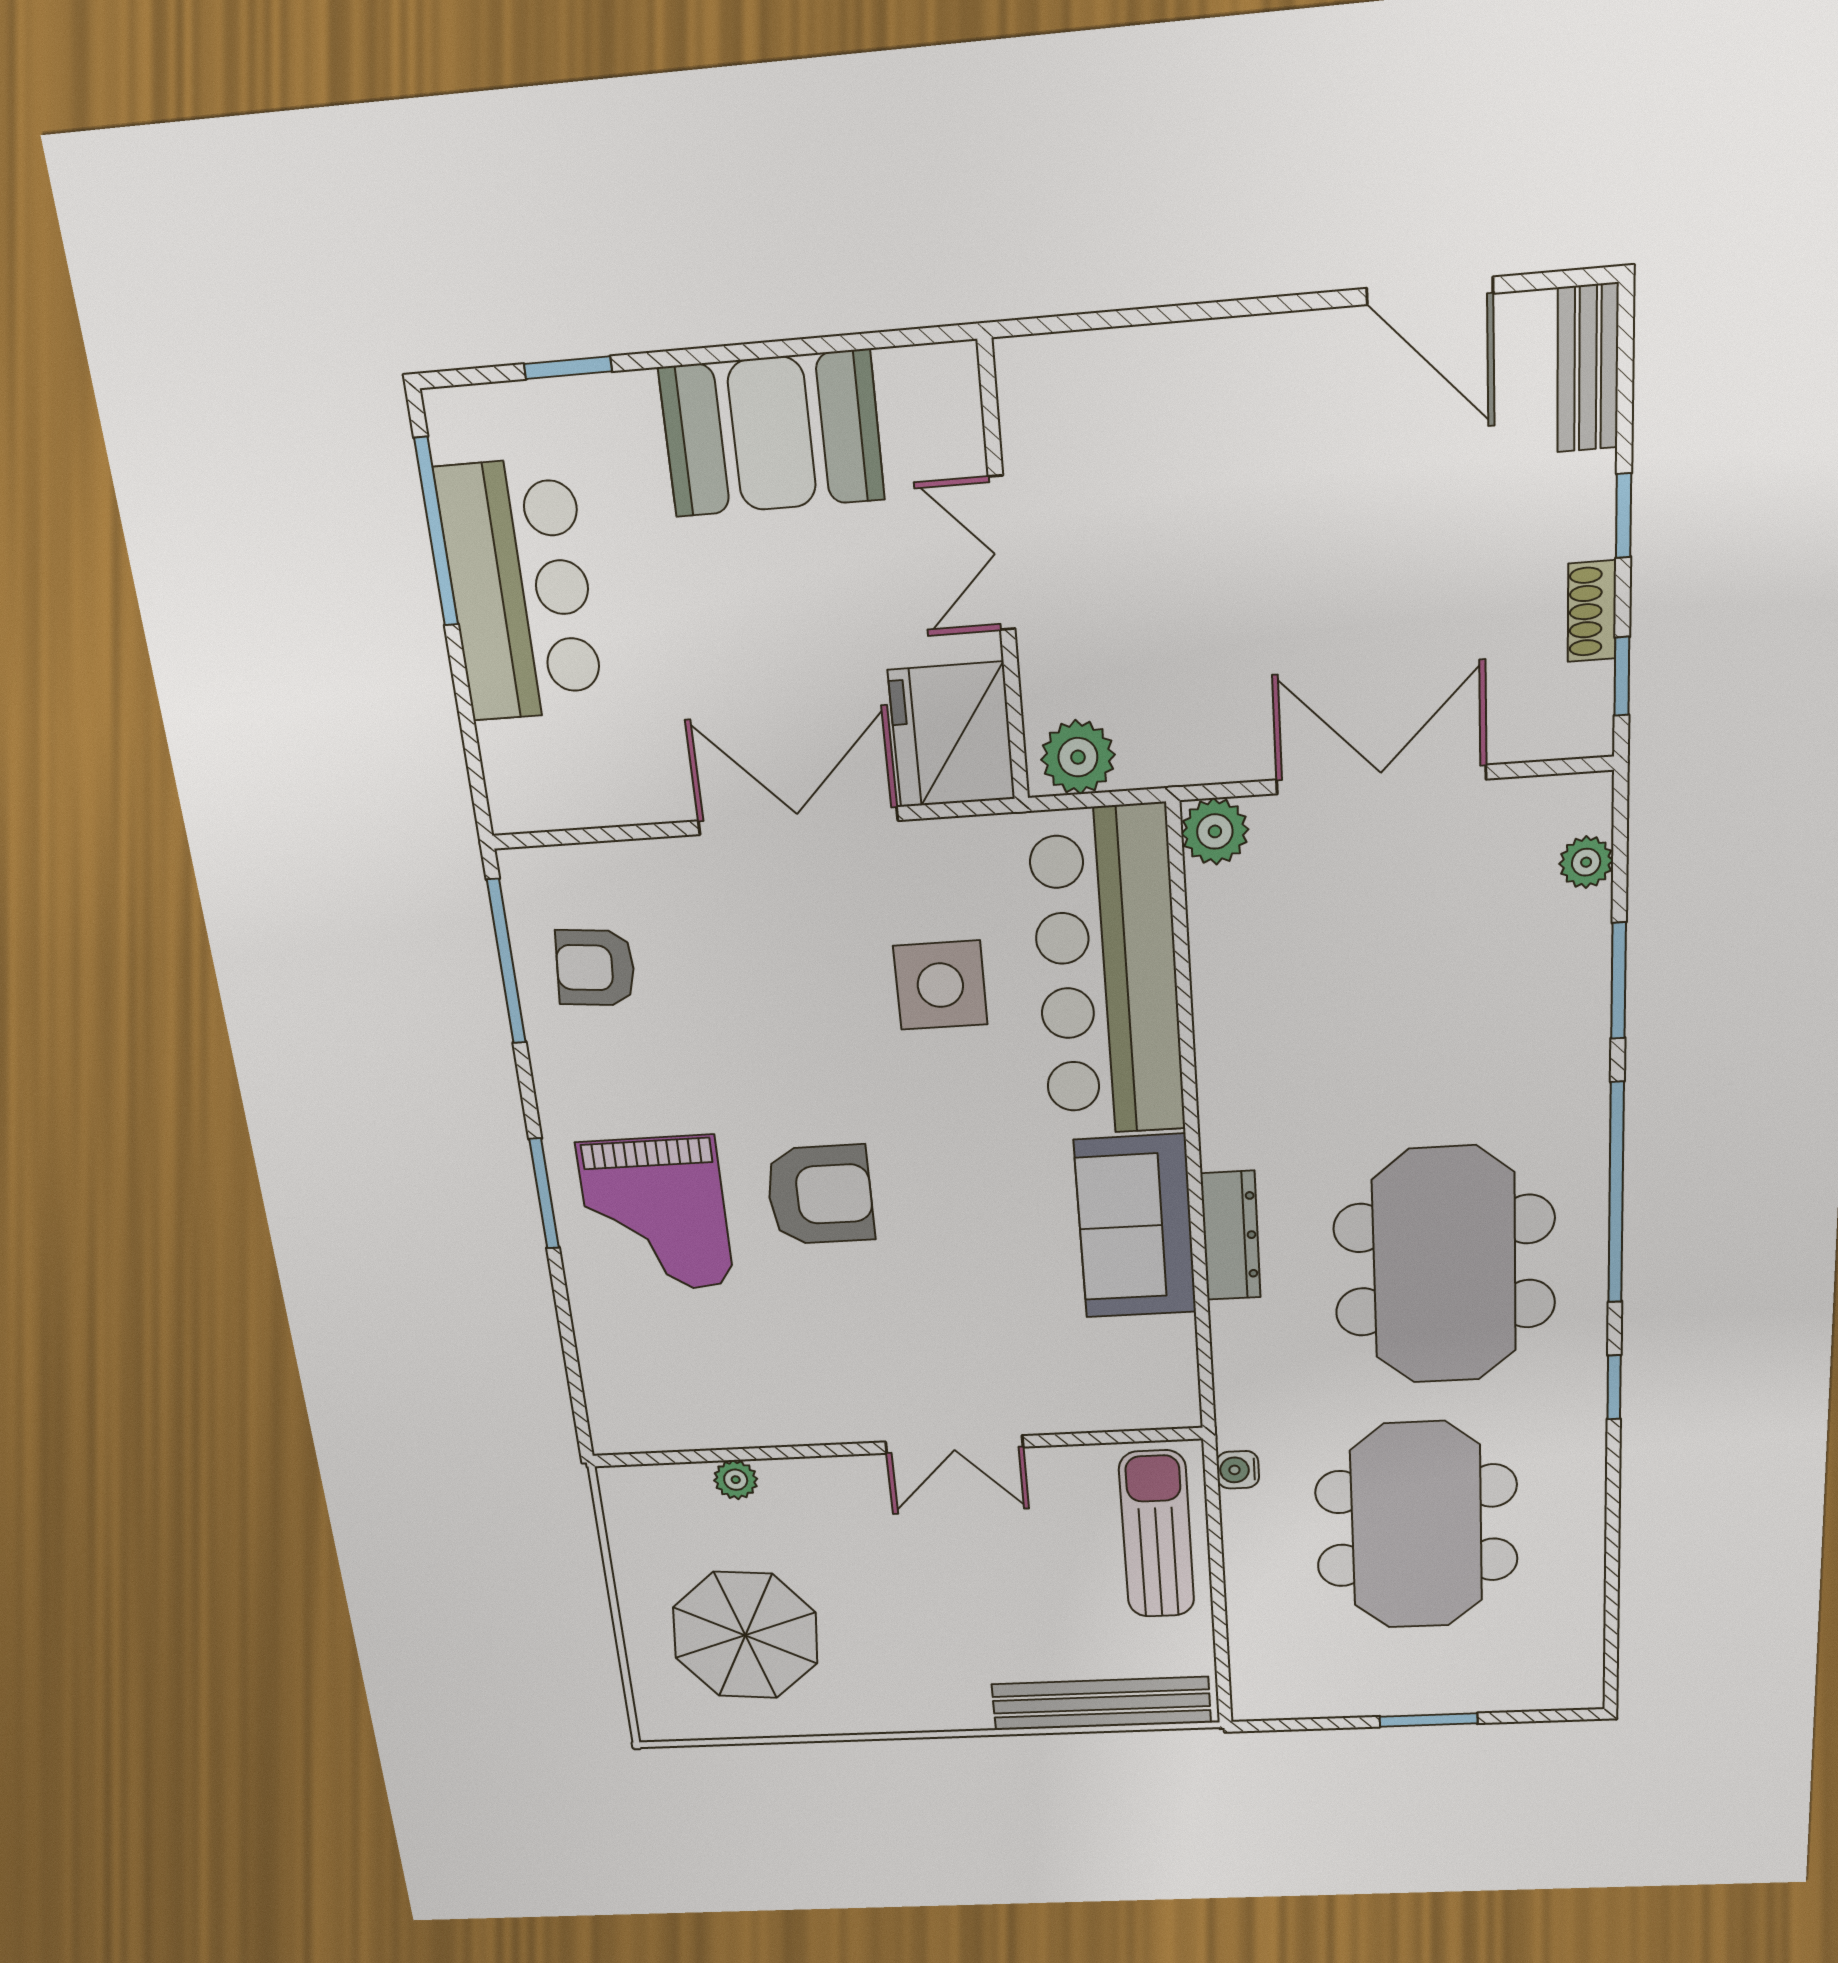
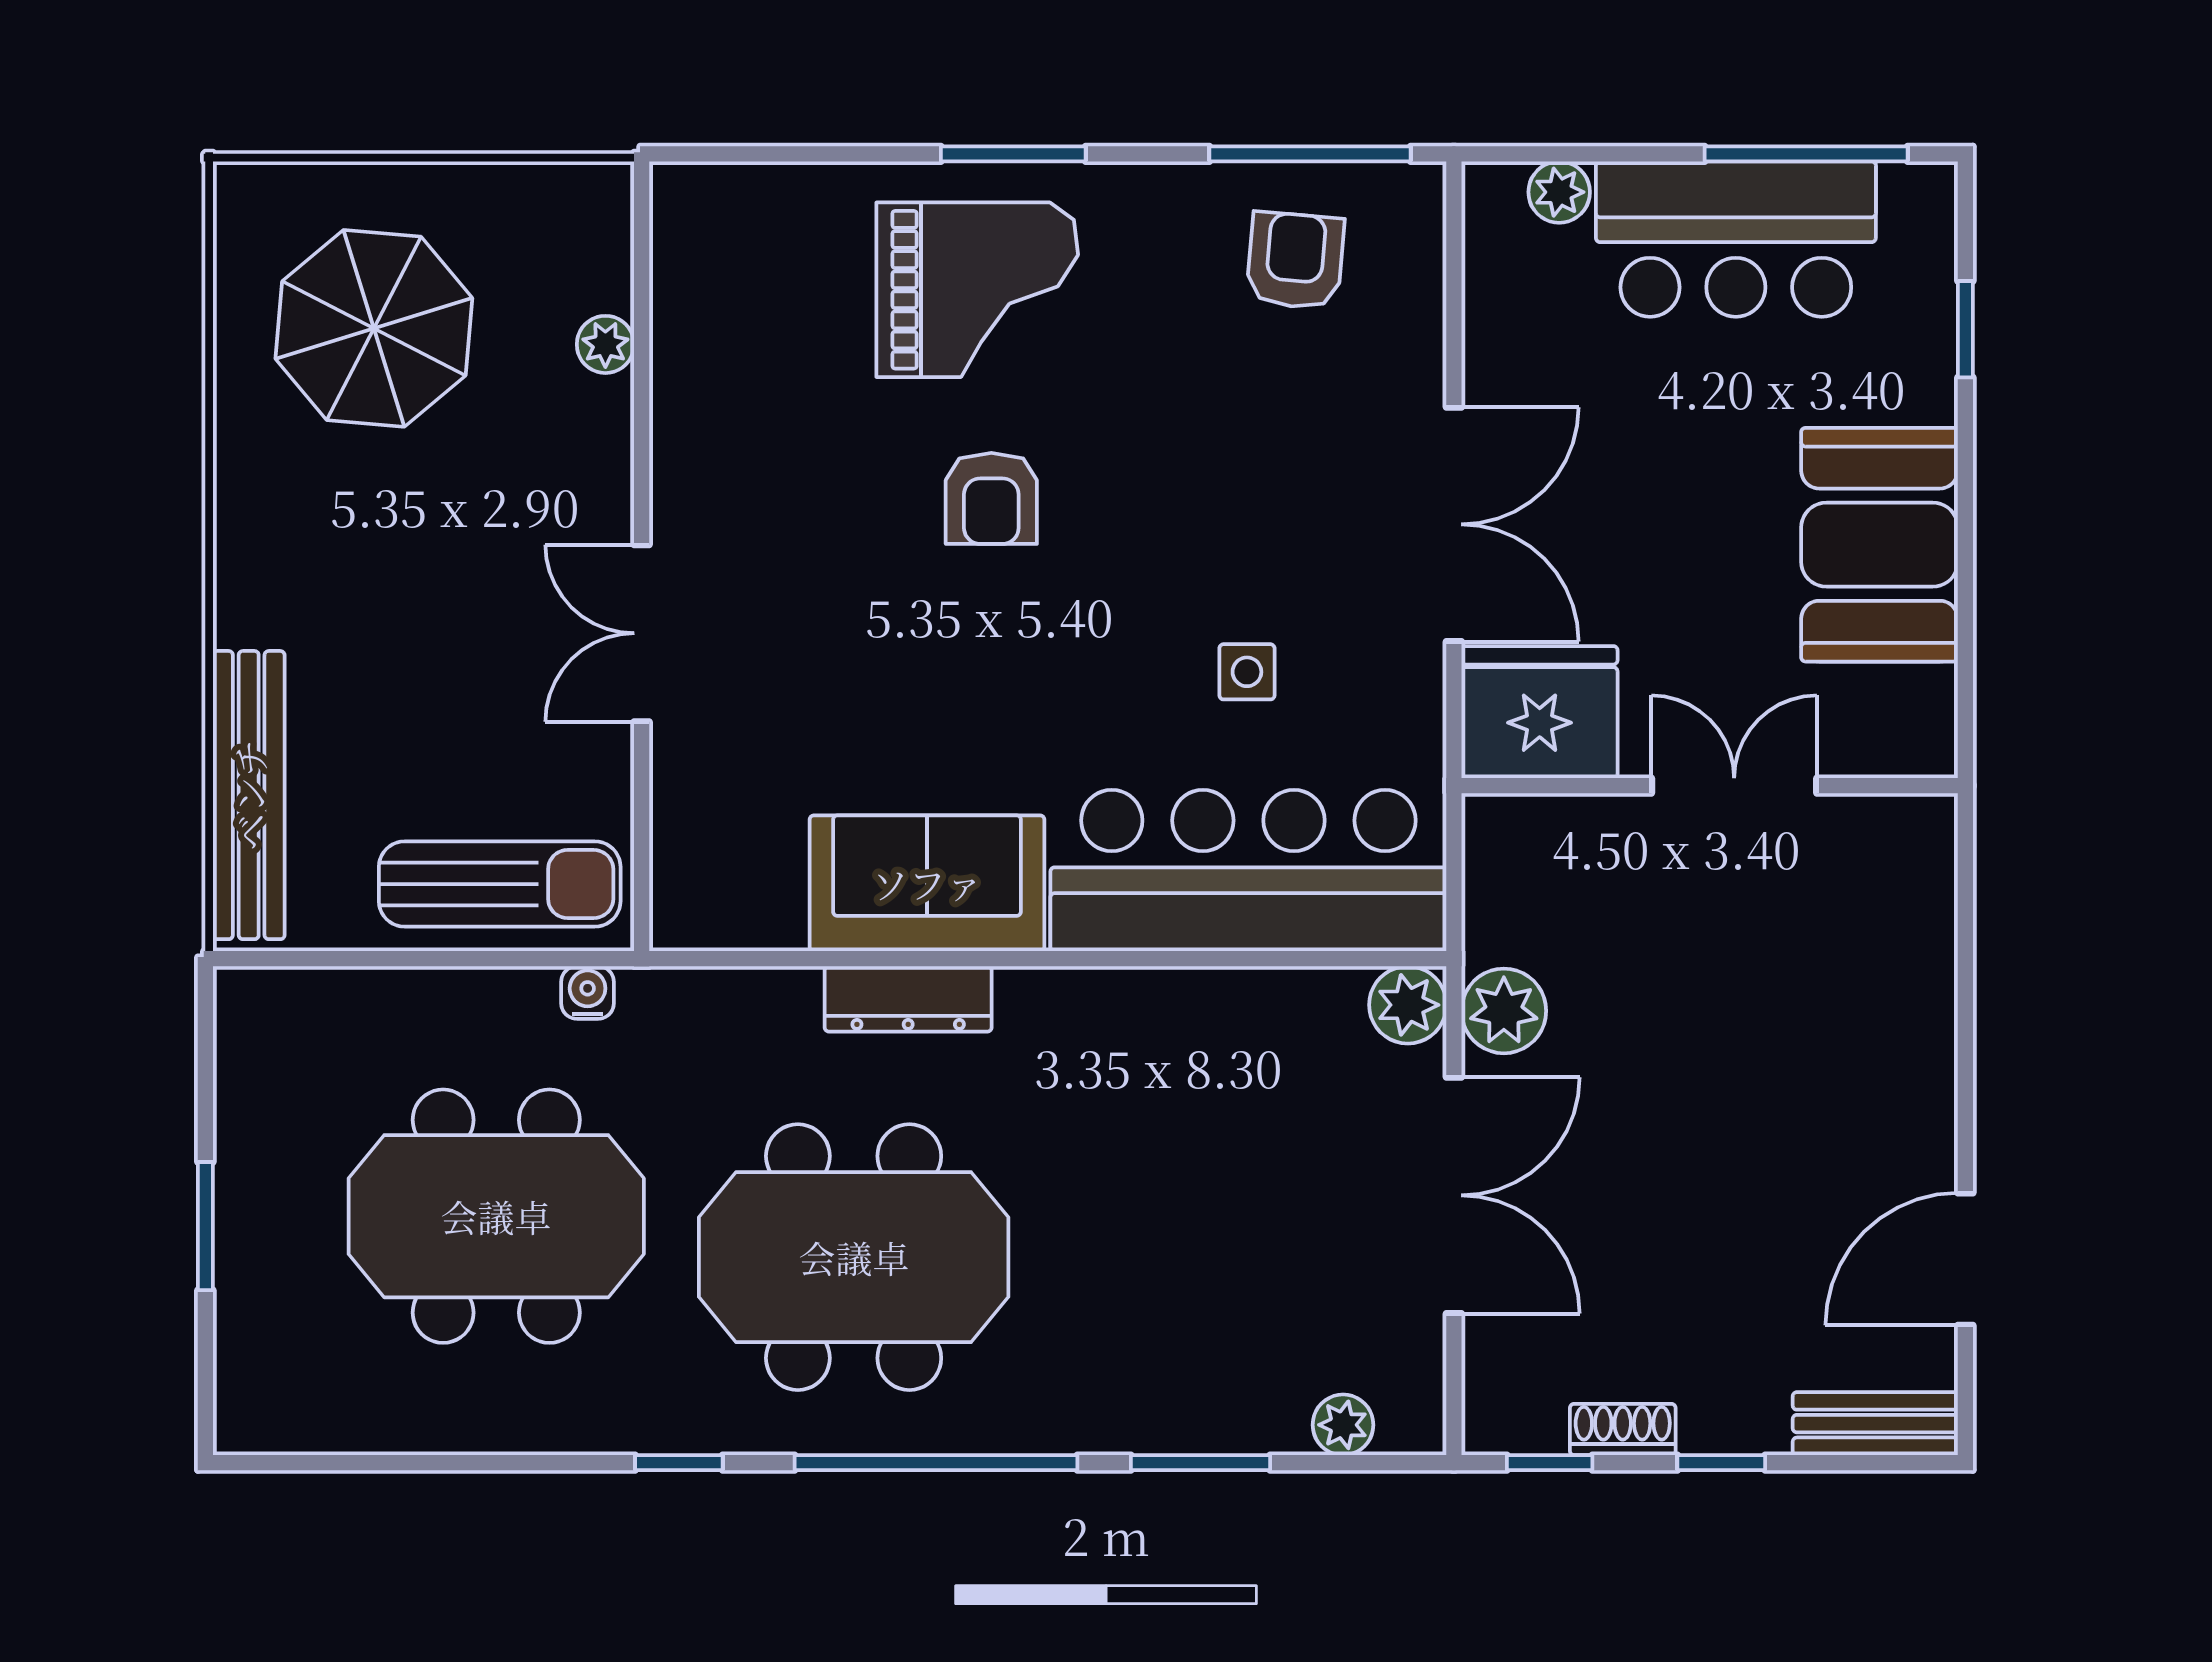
plant: (504, 750) -> (1559, 192), added
plant: (1078, 757) -> (1504, 1011), moved
side table: (940, 985) -> (1247, 672), width x0.54, depth x0.54
armchair: (820, 1195) -> (991, 498), width x0.72, depth x0.72
grand piano: (655, 1215) -> (977, 290), turned 180

